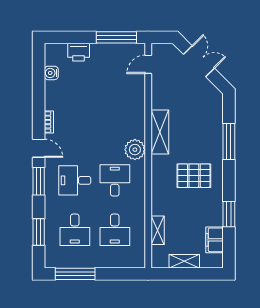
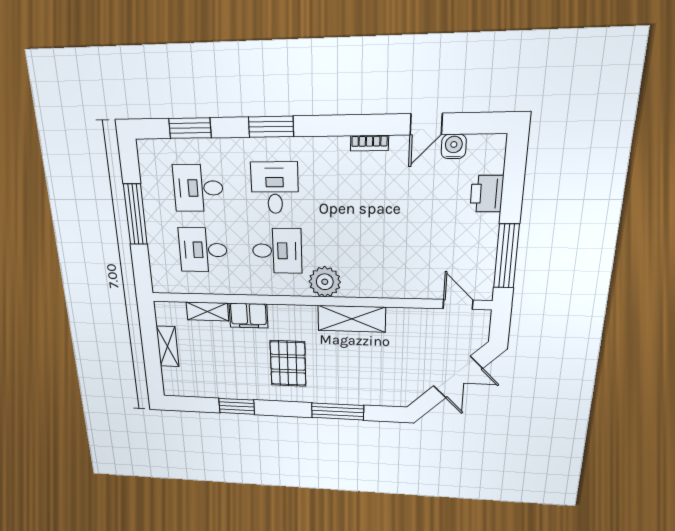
door: (39, 148) -> (426, 124), moved
filing cabinet: (215, 240) -> (248, 316), moved, turned 180
window: (75, 274) -> (135, 214), moved

